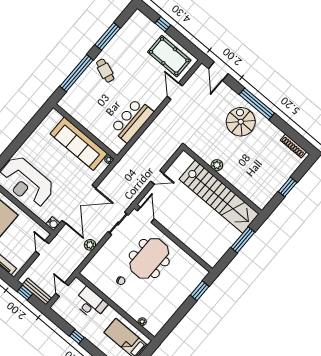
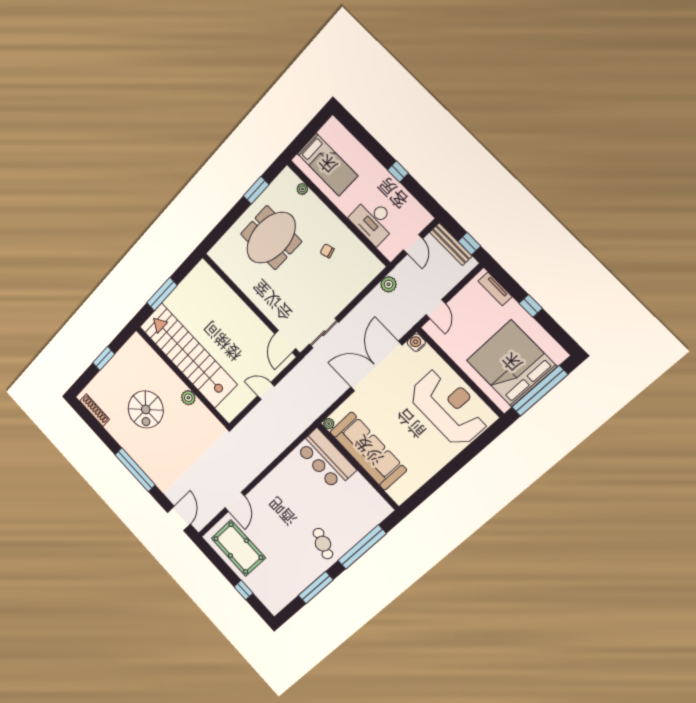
bar counter: (132, 120) -> (326, 459), moved, turned 90
spiral stairs: (241, 122) -> (146, 409), moved
plant: (90, 245) -> (389, 284), moved
meeting table: (149, 258) -> (271, 238), moved
window: (200, 291) -> (256, 190), moved

